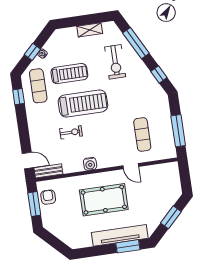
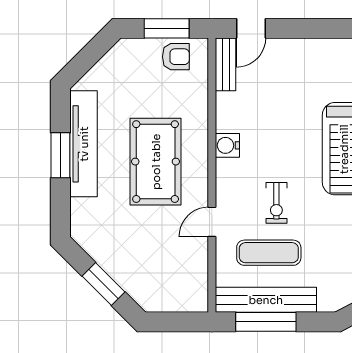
exercise bike: (71, 132) -> (276, 203), moved
bench: (167, 132) -> (266, 300), added
tv unit: (120, 235) -> (84, 144), moved
window: (128, 246) -> (60, 155), moved

